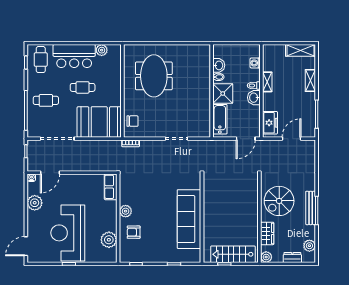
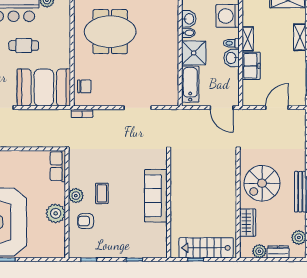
washing machine: (255, 63) -> (228, 16), width x1.89, depth x1.89
meeting table: (154, 76) -> (110, 32), turned 90
freezer: (270, 123) -> (251, 66), moved
door: (246, 139) -> (222, 108), hinge flipped
coffee table: (147, 209) -> (102, 193), added
sofa: (189, 219) -> (156, 196), width x0.74, depth x0.79
plant: (109, 240) -> (56, 213), moved
plant: (266, 257) -> (259, 251), moved

